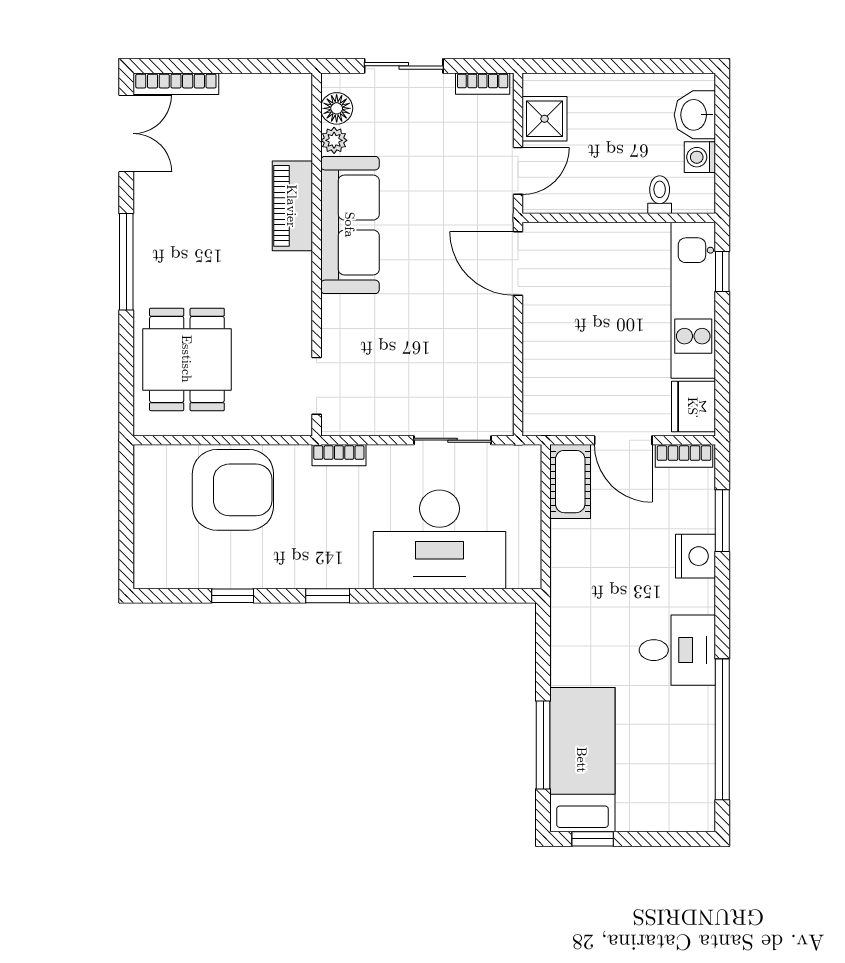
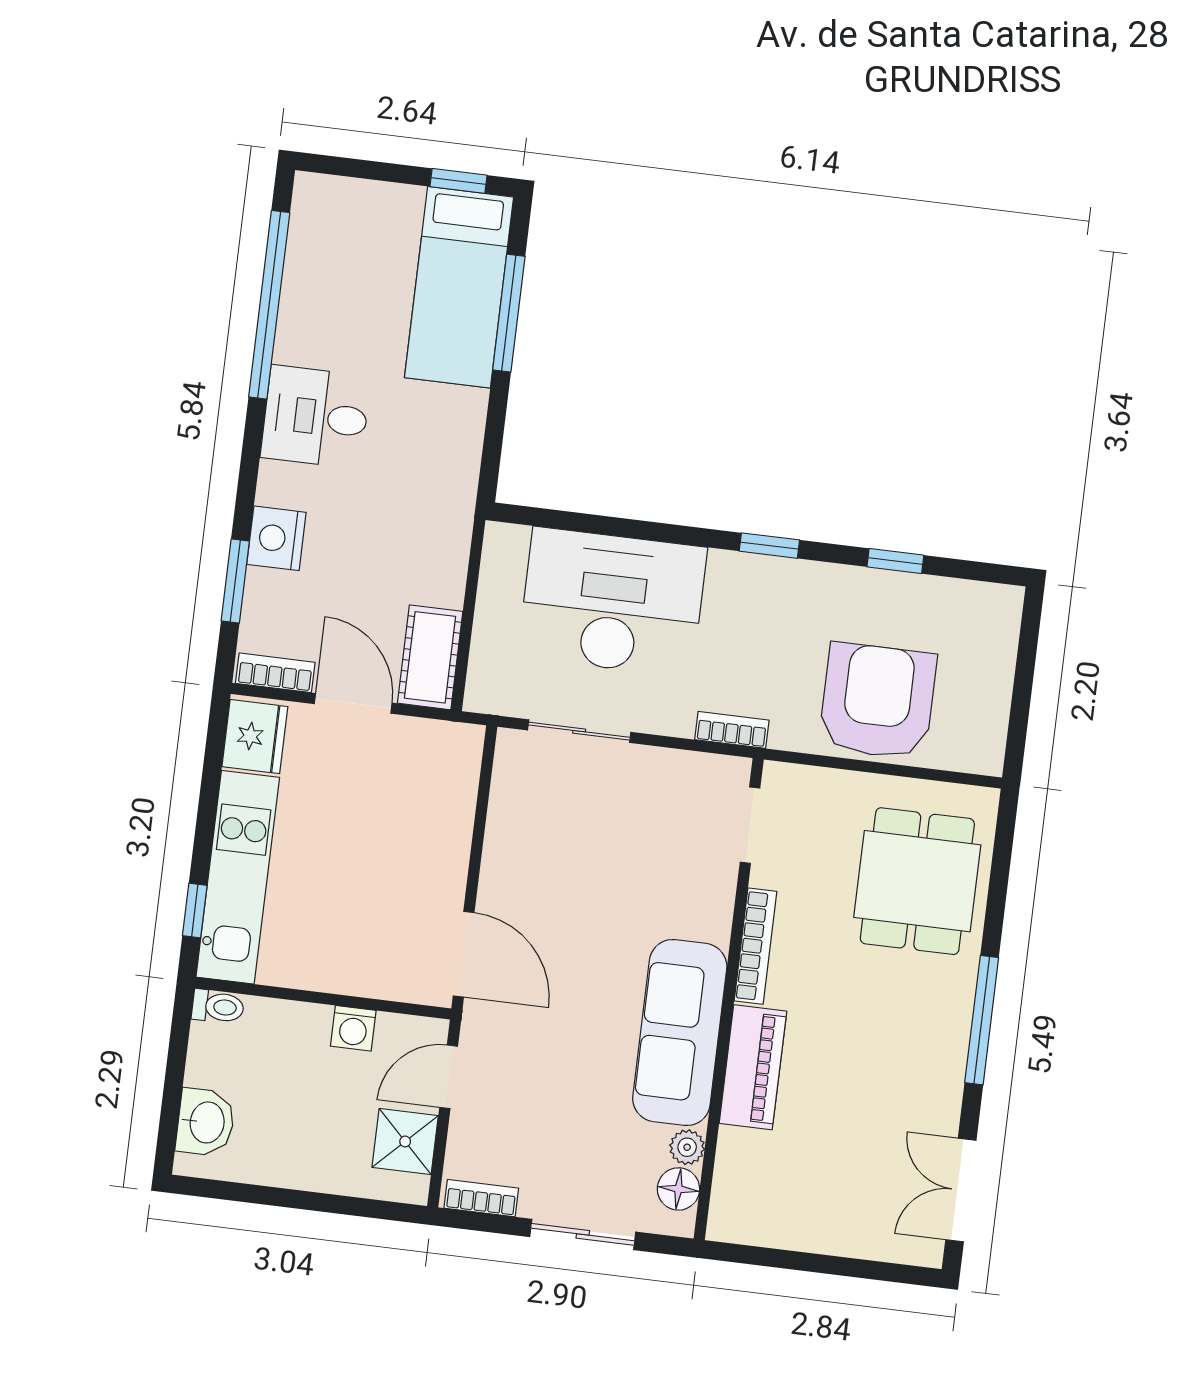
bookcase: (176, 84) -> (755, 946), moved, turned 90
washing machine: (700, 157) -> (353, 1028), moved, turned 90
toilet: (660, 195) -> (218, 1007), moved, turned -90
armchair: (233, 490) -> (878, 701), turned 90

